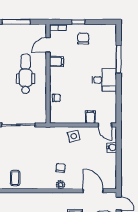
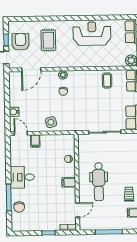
chair: (83, 38) -> (19, 207), moved
filing cabinet: (56, 62) -> (69, 182), moved
door: (93, 191) -> (31, 70), hinge flipped

